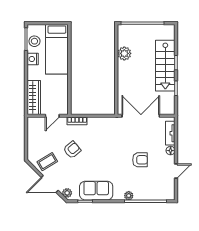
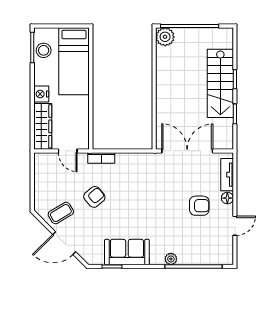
plant: (124, 53) -> (165, 37), moved
nightstand: (33, 59) -> (41, 94), moved
door: (52, 116) -> (68, 151), hinge flipped
armchair: (140, 160) -> (199, 206), moved
plant: (67, 193) -> (88, 255), removed

